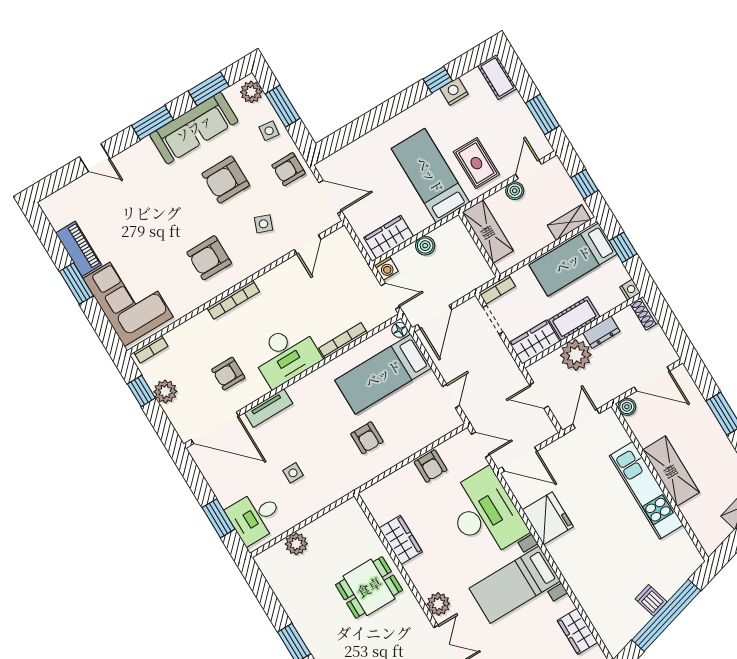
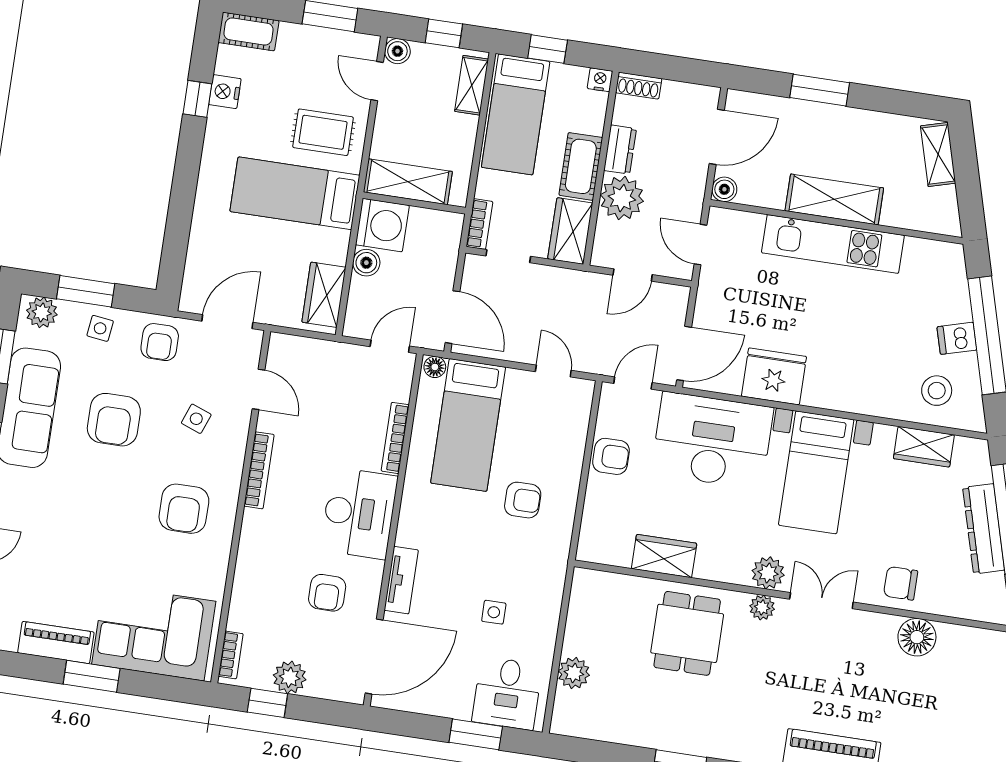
boiler: (515, 191) -> (397, 51), moved
washing machine: (386, 268) -> (382, 225), moved, width x1.89, depth x1.89
bookcase: (233, 300) -> (259, 470), moved
stool: (614, 613) -> (937, 391), added
plant: (417, 616) -> (762, 607), added

